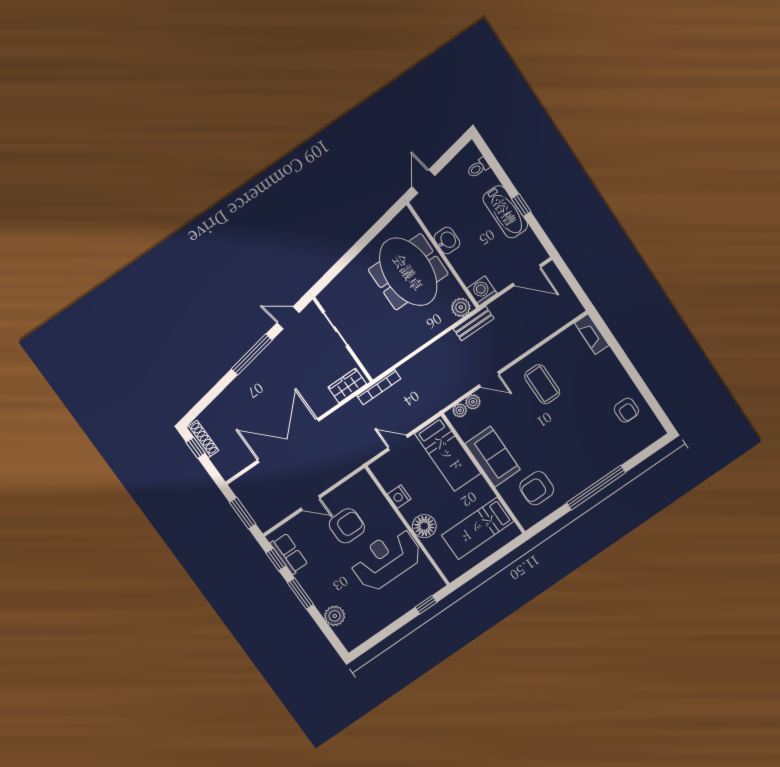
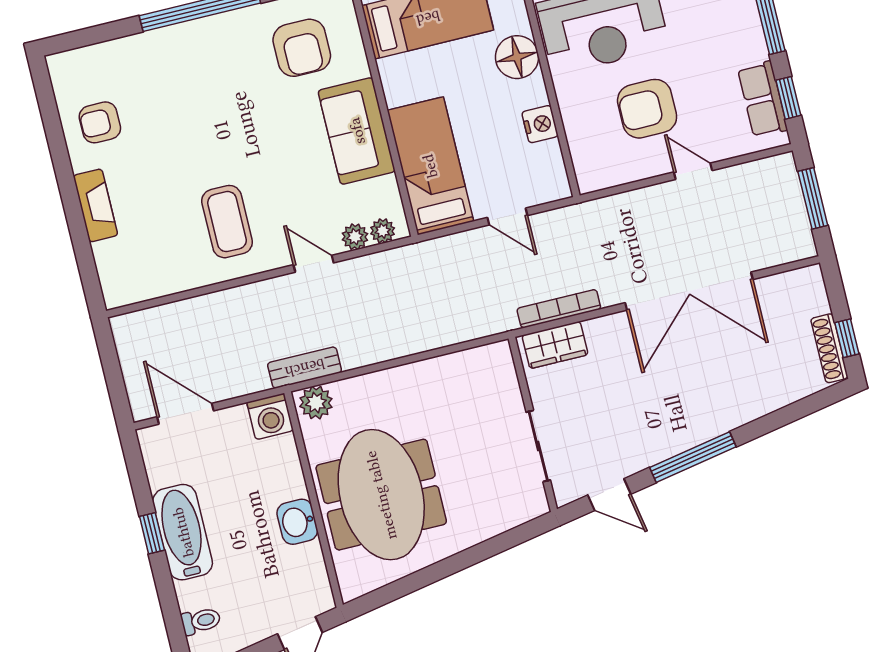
fireplace: (592, 334) -> (95, 205), moved
bookcase: (379, 387) -> (559, 309), moved
armchair: (626, 410) -> (100, 122), turned -90
armchair: (537, 488) -> (302, 48), turned 90

